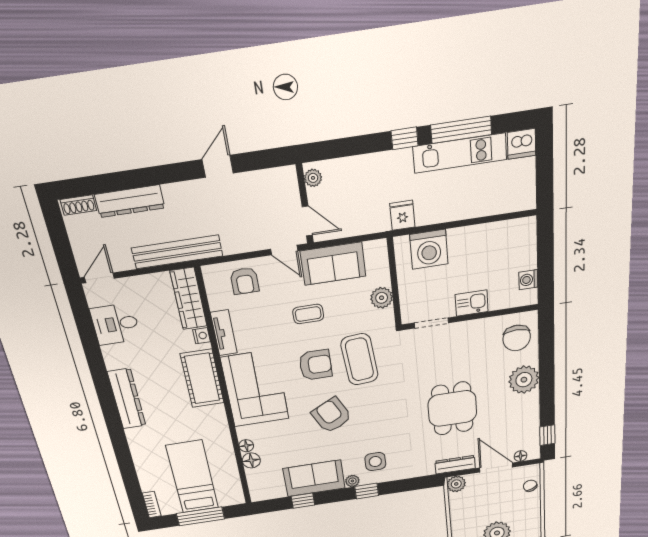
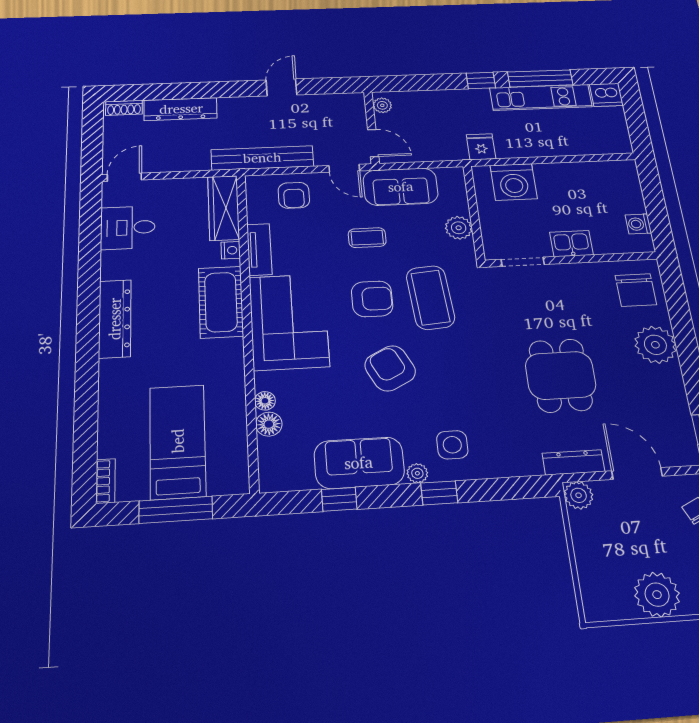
bench: (177, 252) -> (262, 158), moved
floor lamp: (521, 456) -> (671, 458), removed

